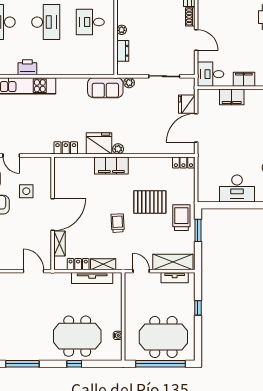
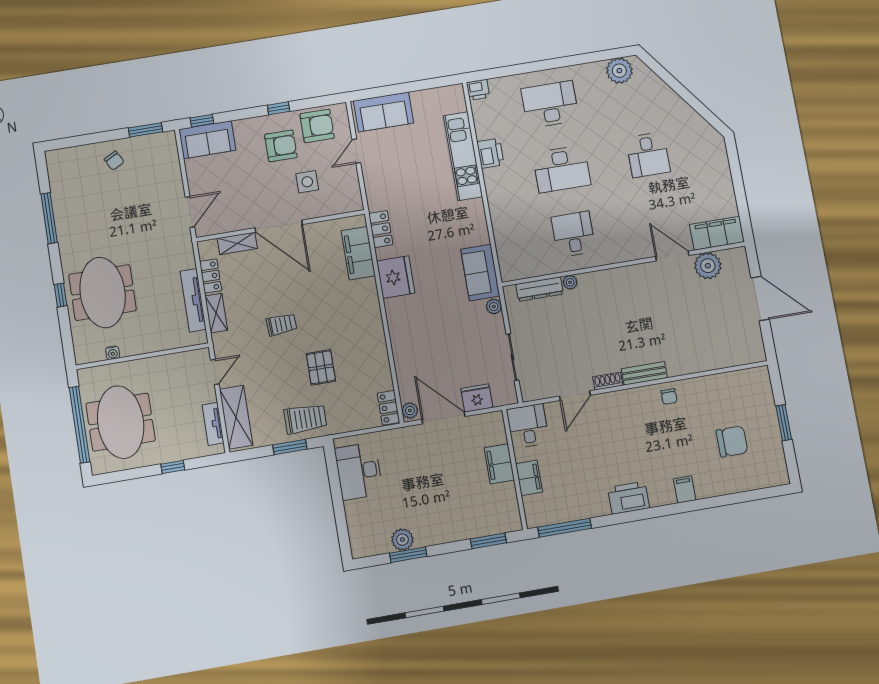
dresser: (123, 51) -> (539, 289), width x1.44
plant: (118, 149) -> (410, 411), moved
filing cabinet: (111, 165) -> (358, 253), moved
desk: (237, 188) -> (359, 471), moved
pallet: (150, 202) -> (321, 367), width x0.67, depth x0.71

